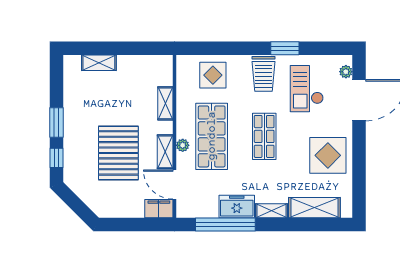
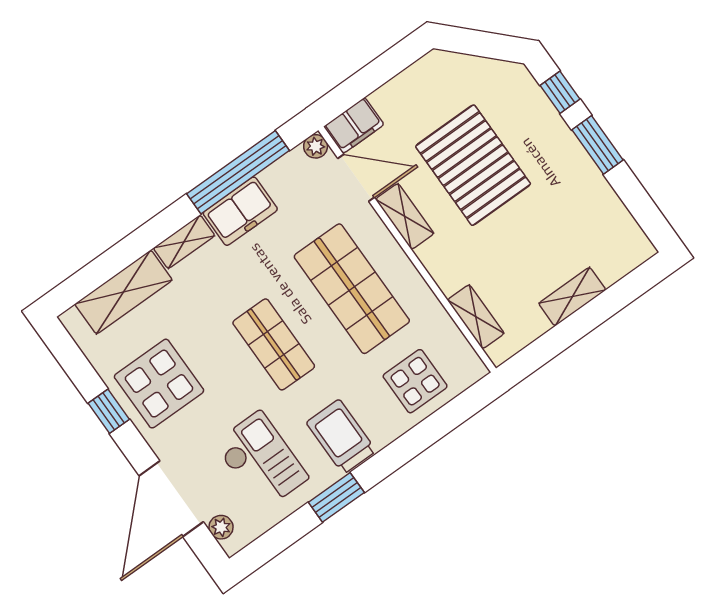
shelving: (99, 63) -> (572, 297), moved
shelving: (165, 103) -> (476, 317), moved
plant: (183, 145) -> (316, 146), moved
window: (359, 159) -> (109, 411), added

